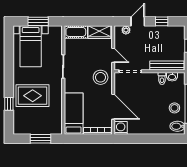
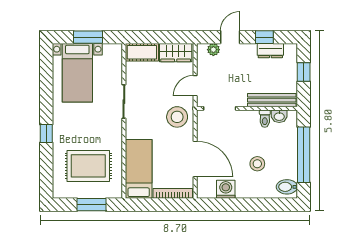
dresser: (166, 31) -> (270, 51), added
door: (113, 55) -> (195, 86), swing flipped
rug: (33, 96) -> (88, 166), moved
window: (9, 104) -> (46, 134), moved
stool: (174, 108) -> (257, 164), moved
washing machine: (121, 128) -> (226, 189), moved

